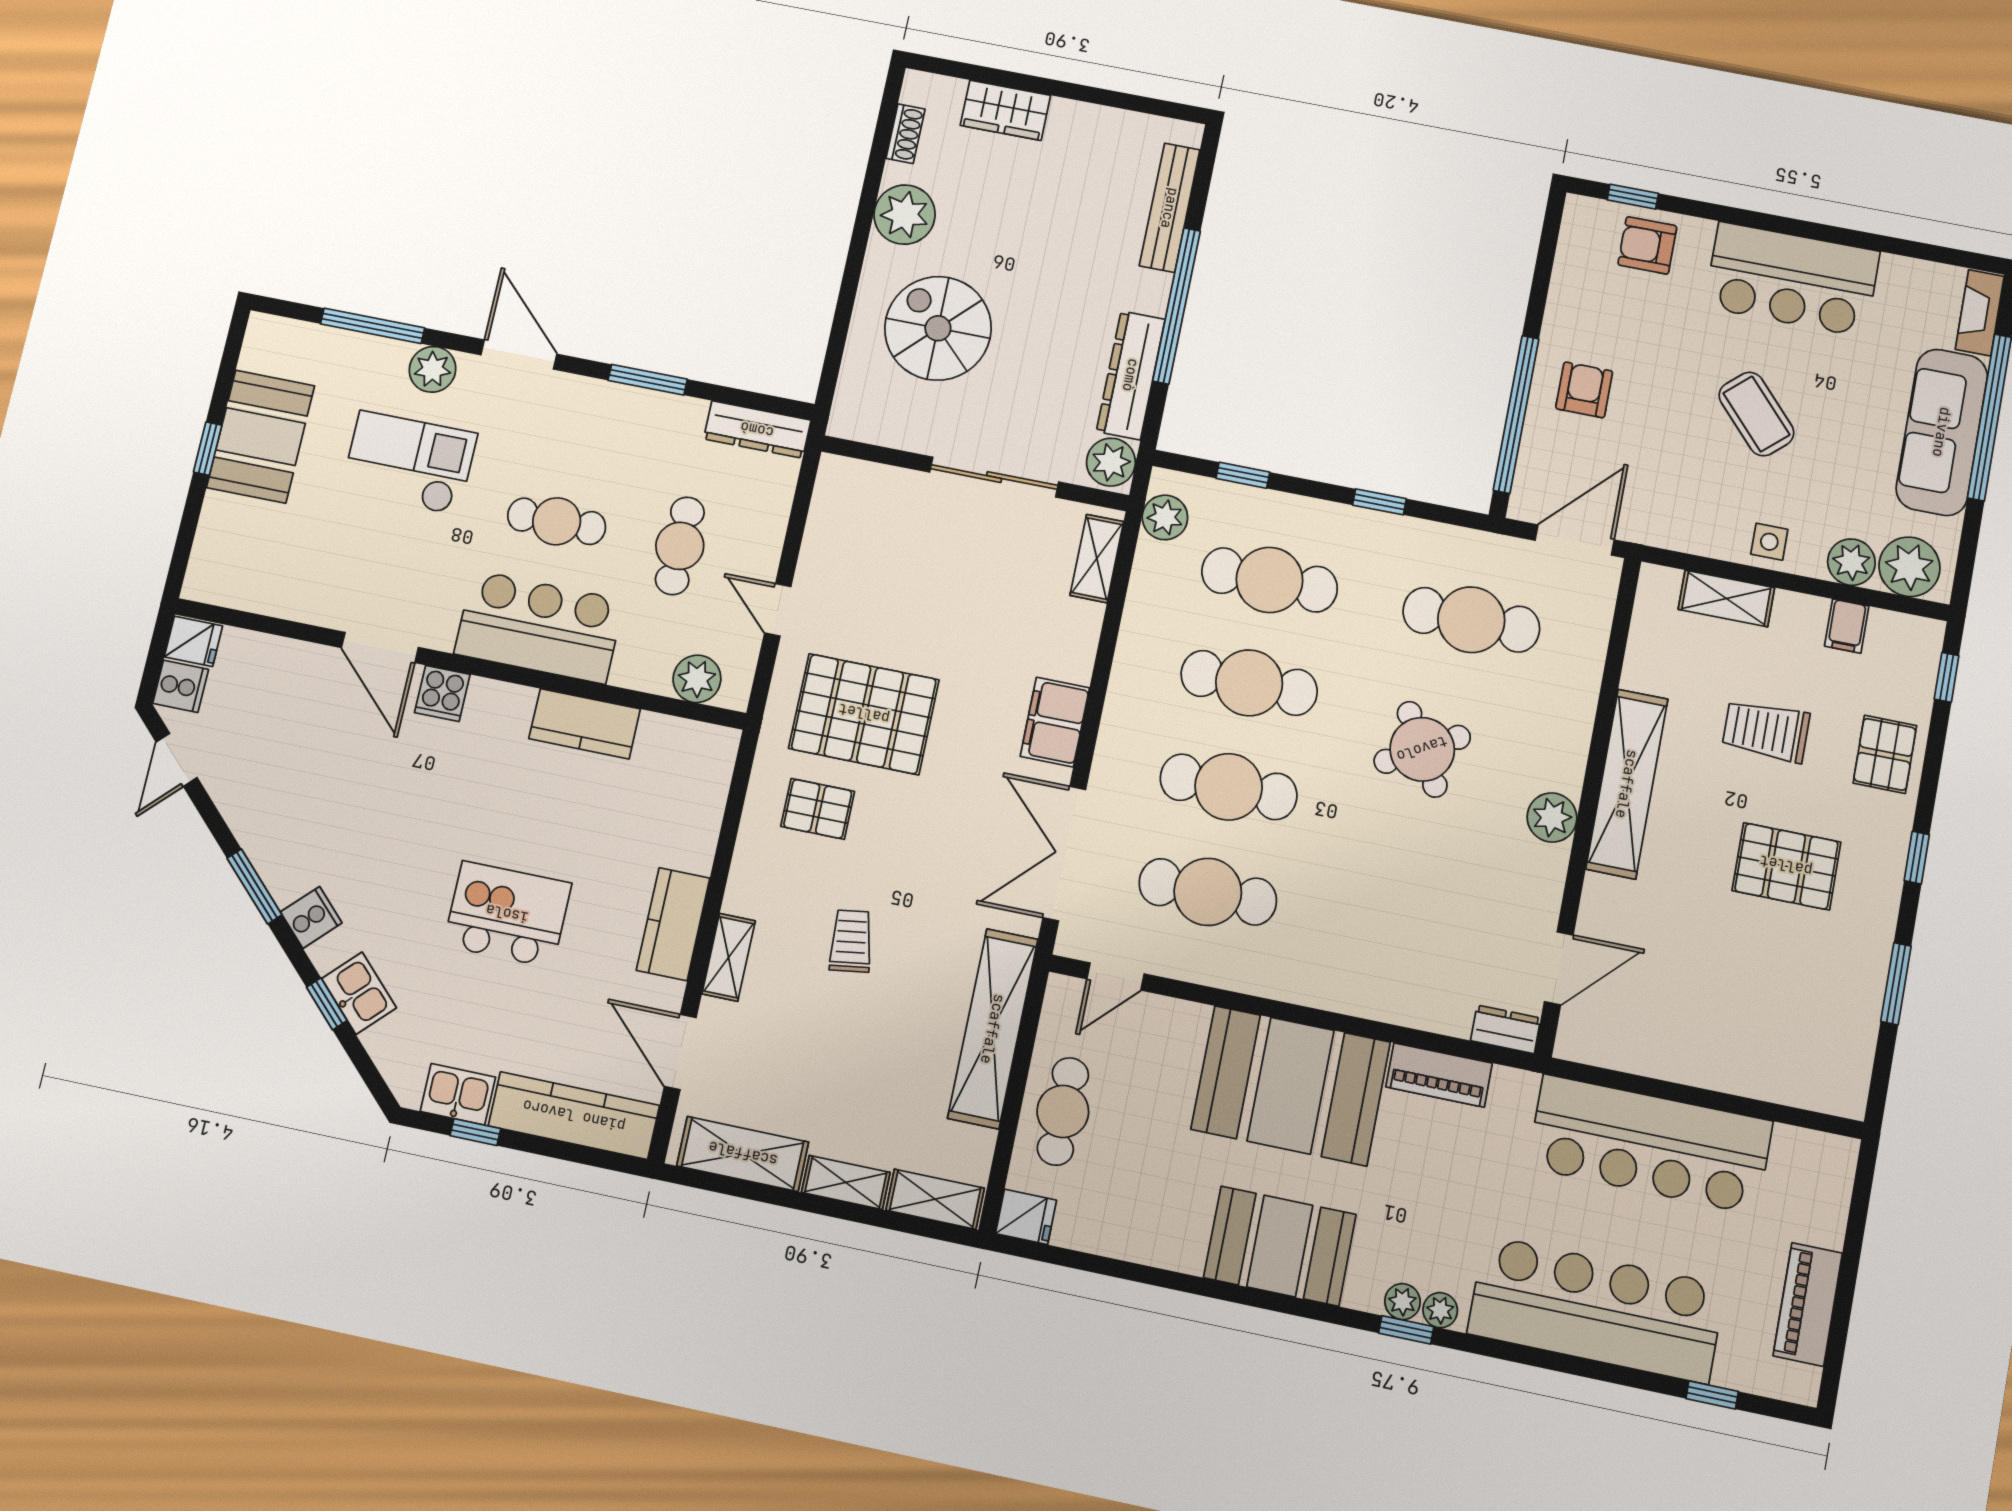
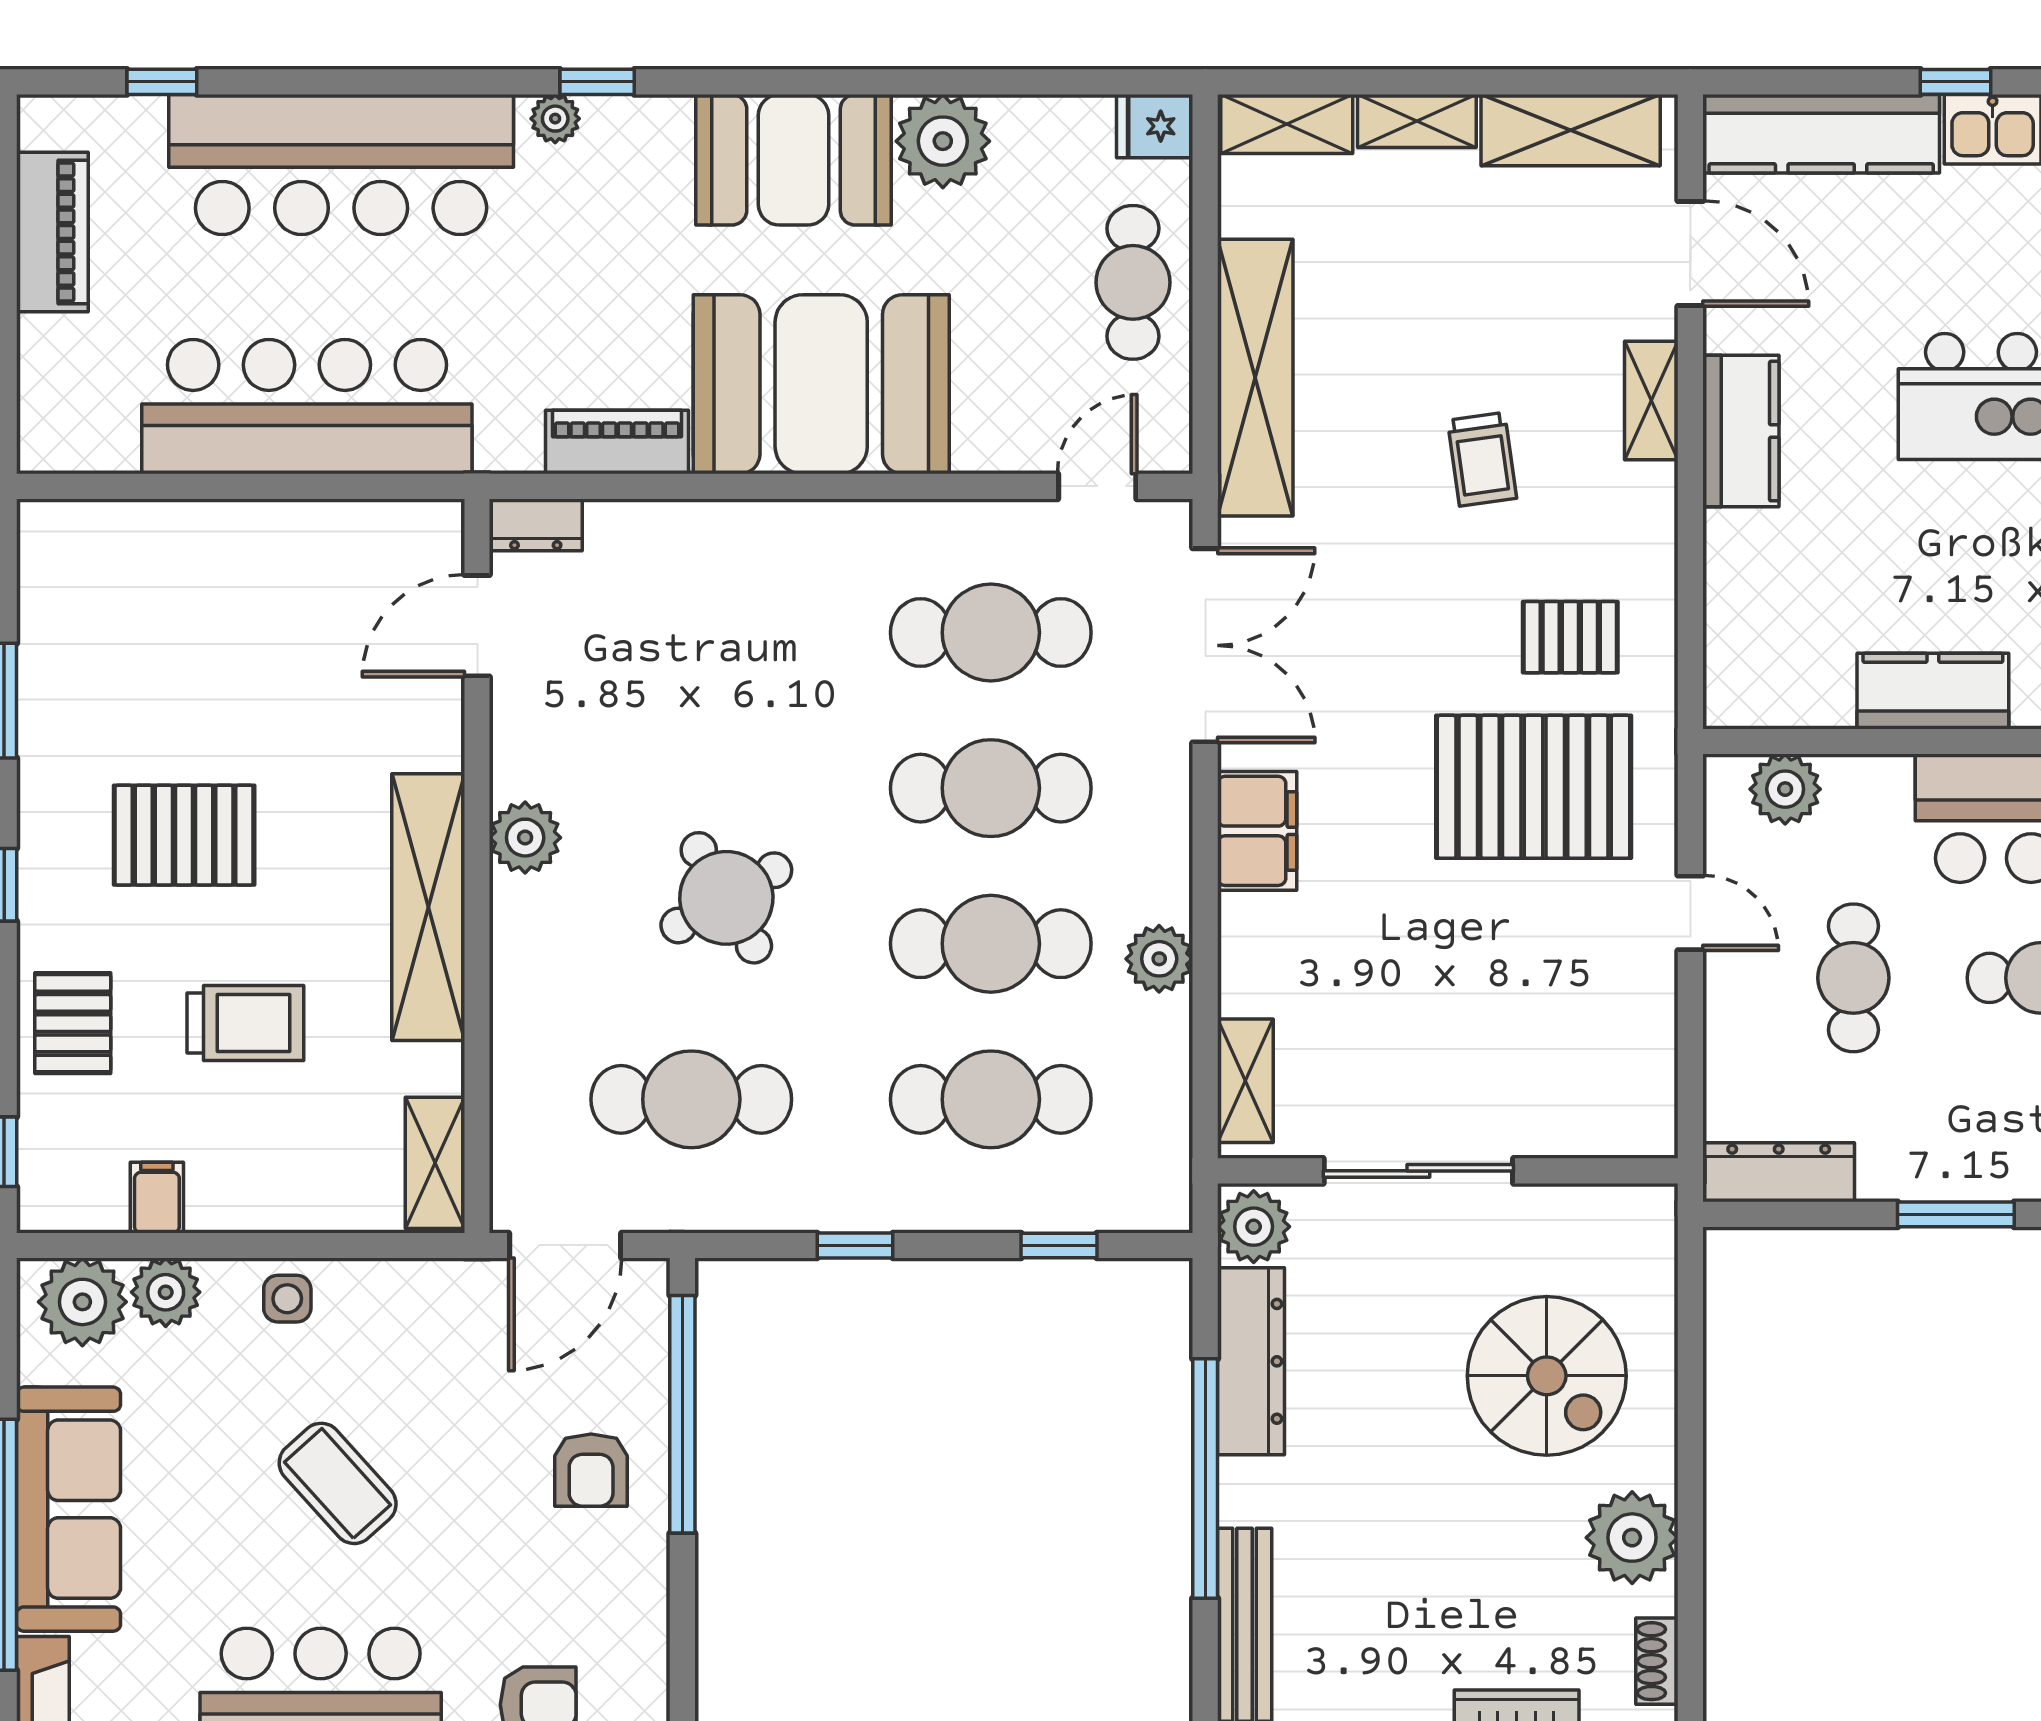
plant: (1165, 517) -> (1159, 959), moved
shelving: (1726, 598) -> (435, 1163), moved, turned 90
plant: (1402, 1302) -> (943, 141), moved, width x1.88, depth x1.88

